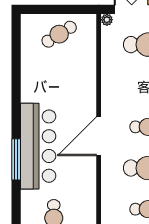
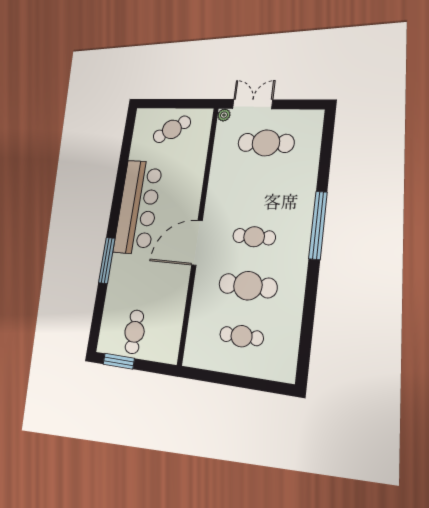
bar counter: (38, 146) -> (138, 207), moved

